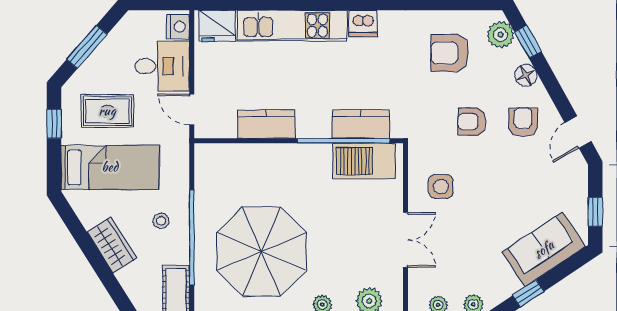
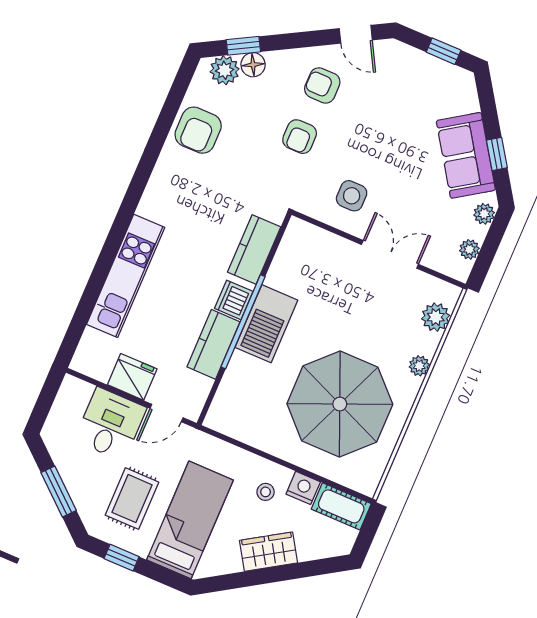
dishwasher: (363, 23) -> (234, 300), moved, turned 180
fridge: (217, 26) -> (132, 377), moved, turned -90
nightstand: (178, 27) -> (303, 488), moved
armchair: (450, 53) -> (198, 130), moved
floor lamp: (526, 75) -> (253, 65), moved
window: (344, 141) -> (243, 322), moved
barbecue: (364, 161) -> (266, 324), moved
window: (192, 238) -> (296, 468), removed
sofa: (544, 249) -> (466, 155), moved

